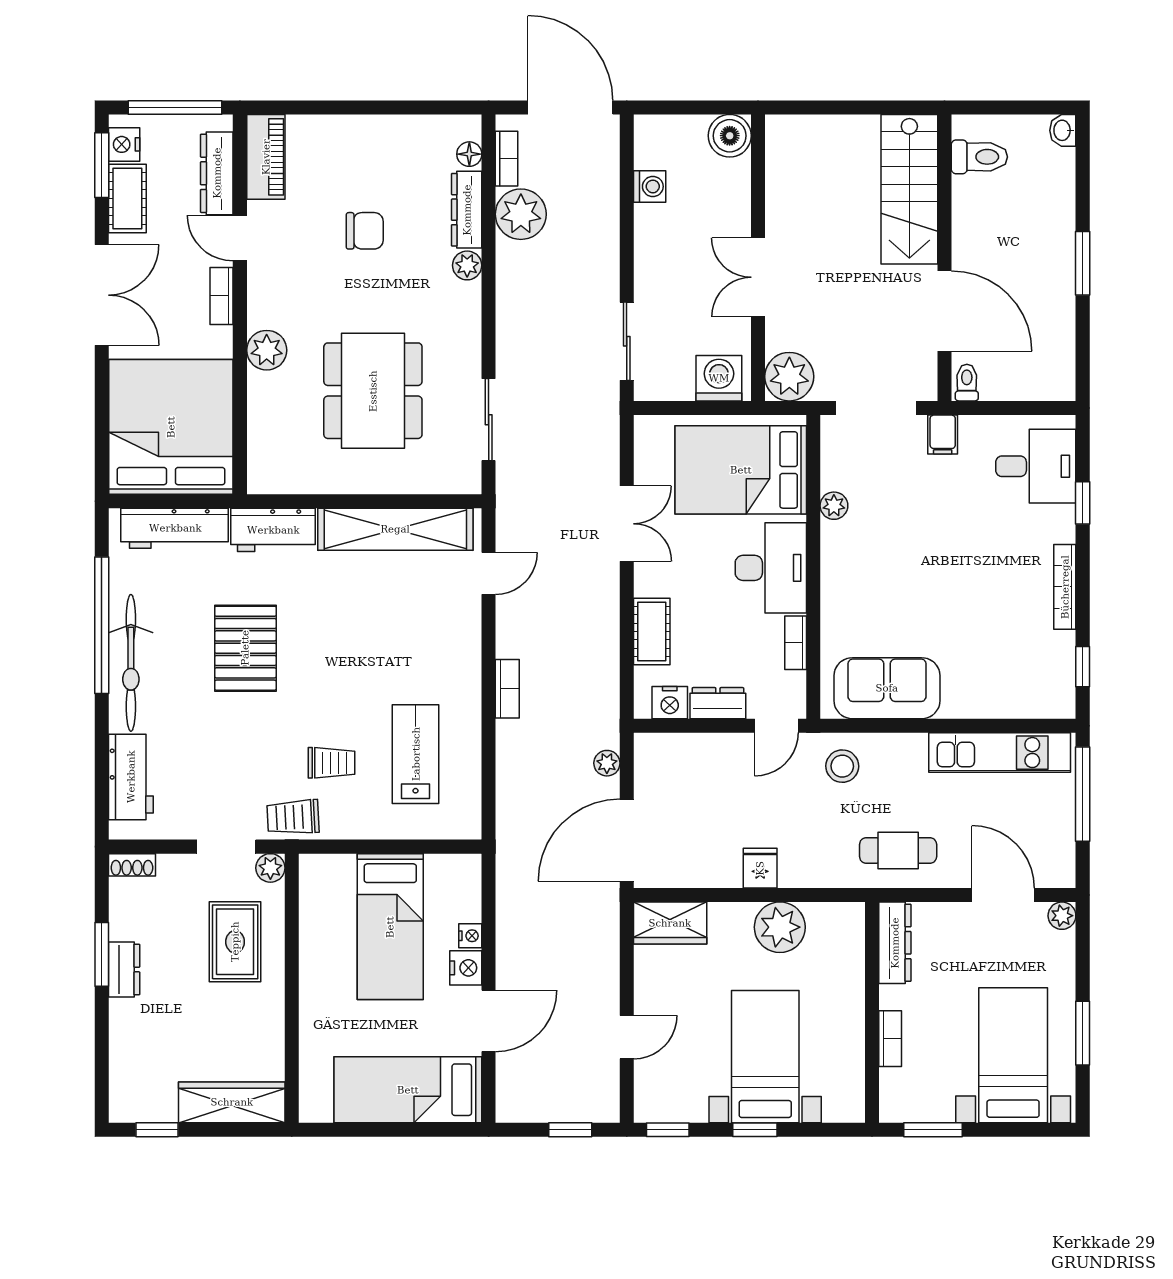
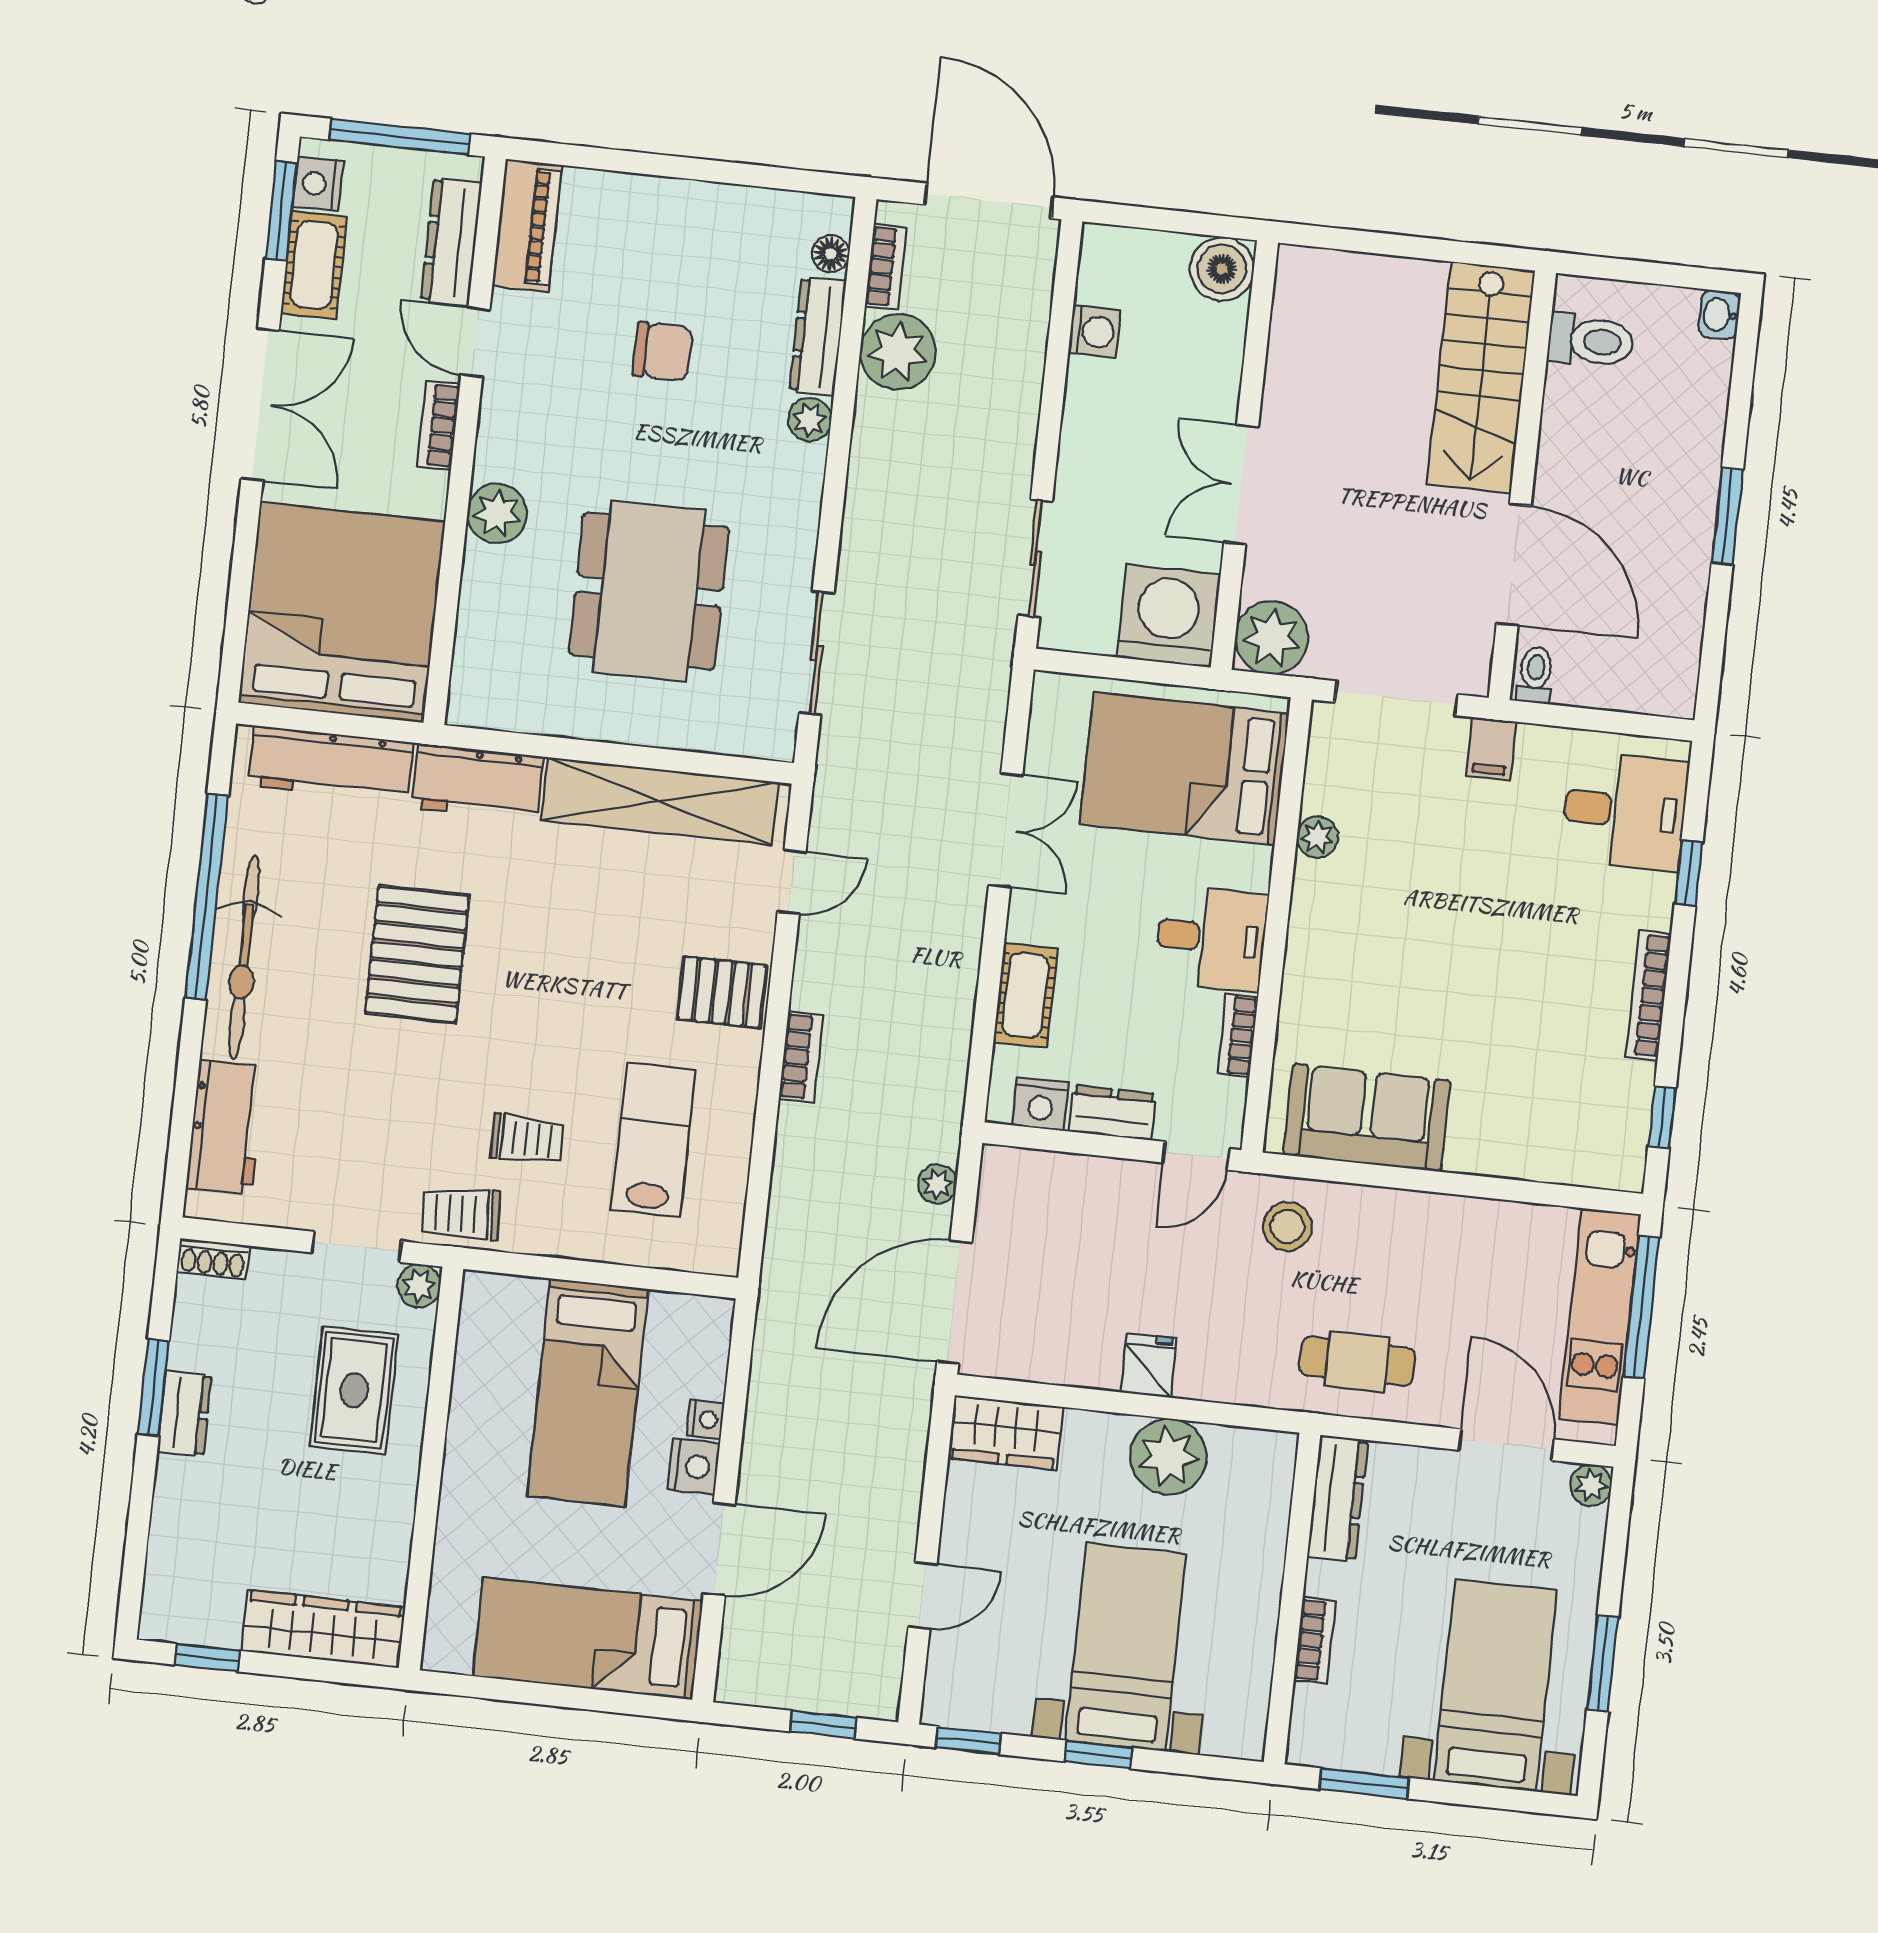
washing machine: (719, 378) -> (1168, 616), width x1.37, depth x1.37
desk: (771, 568) -> (1211, 938), width x0.73
pallet: (450, 651) -> (722, 992), added
kitchen unit: (1000, 753) -> (1600, 1317), moved, turned 90

